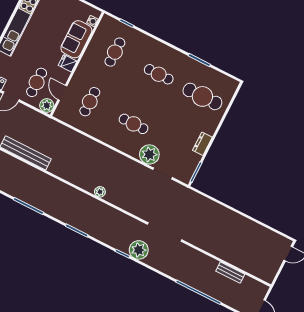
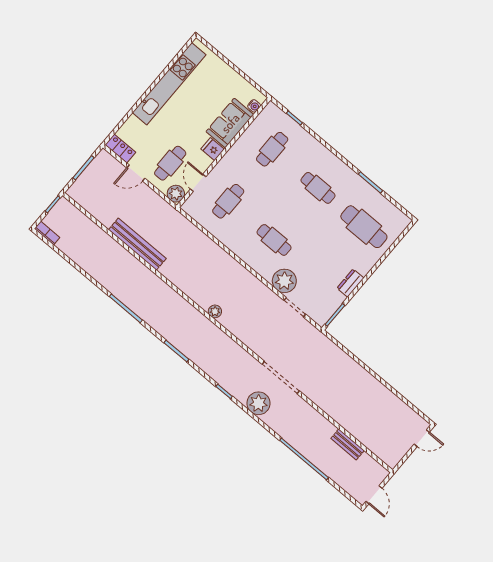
plant: (139, 250) -> (258, 403), moved

